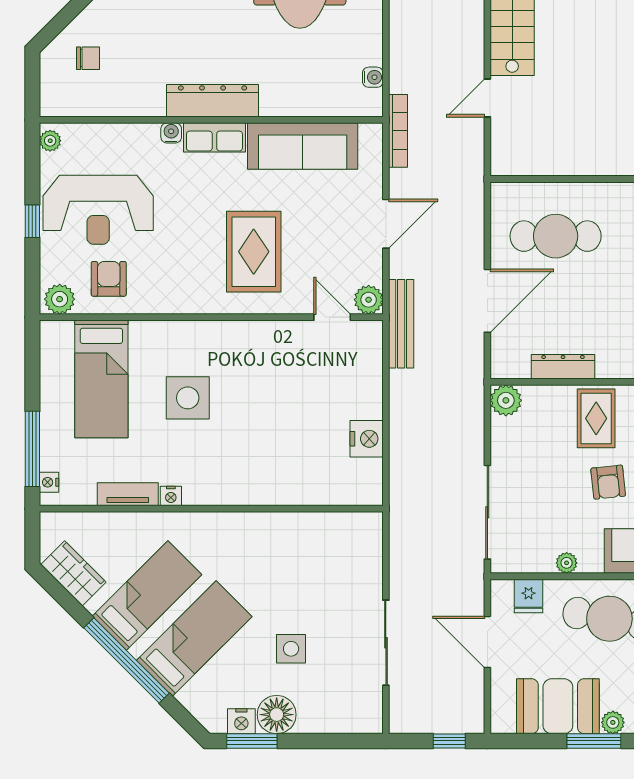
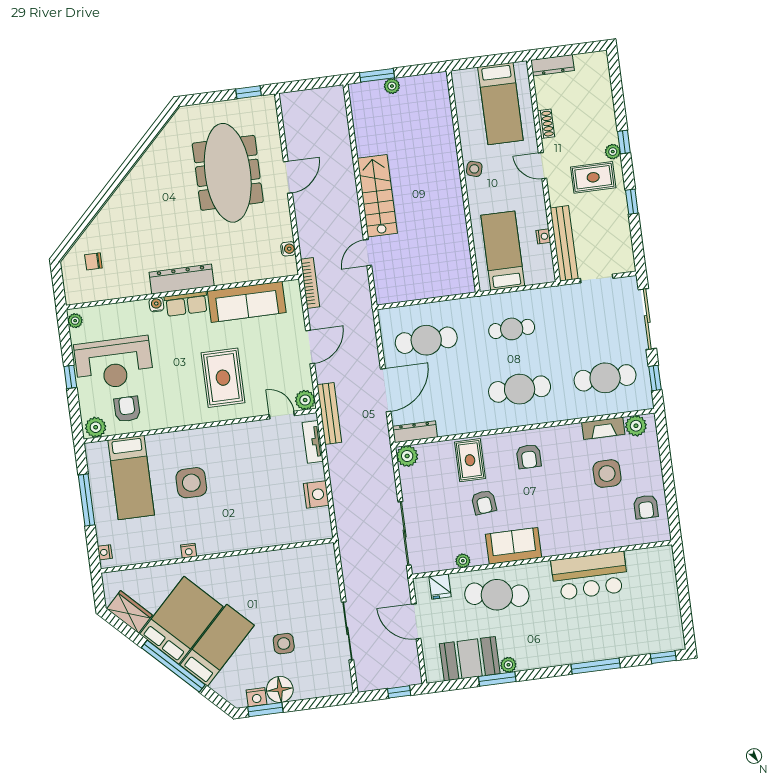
chair: (88, 58) -> (93, 261), turned 180
dresser: (563, 367) -> (415, 432), moved
window: (32, 449) -> (87, 500), moved
tv unit: (128, 494) -> (313, 442), moved, turned -90
bed: (147, 595) -> (181, 620), width x1.50

